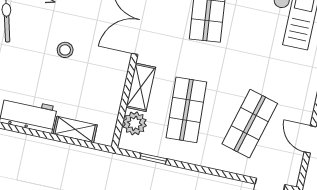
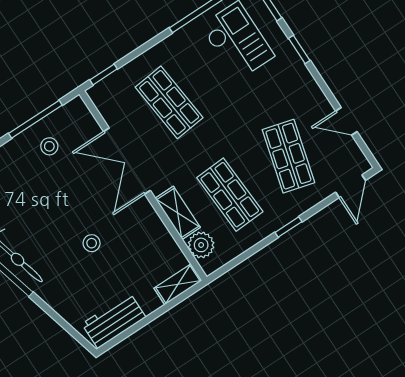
shelving: (75, 130) -> (178, 284), moved
window: (153, 159) -> (288, 227), moved

